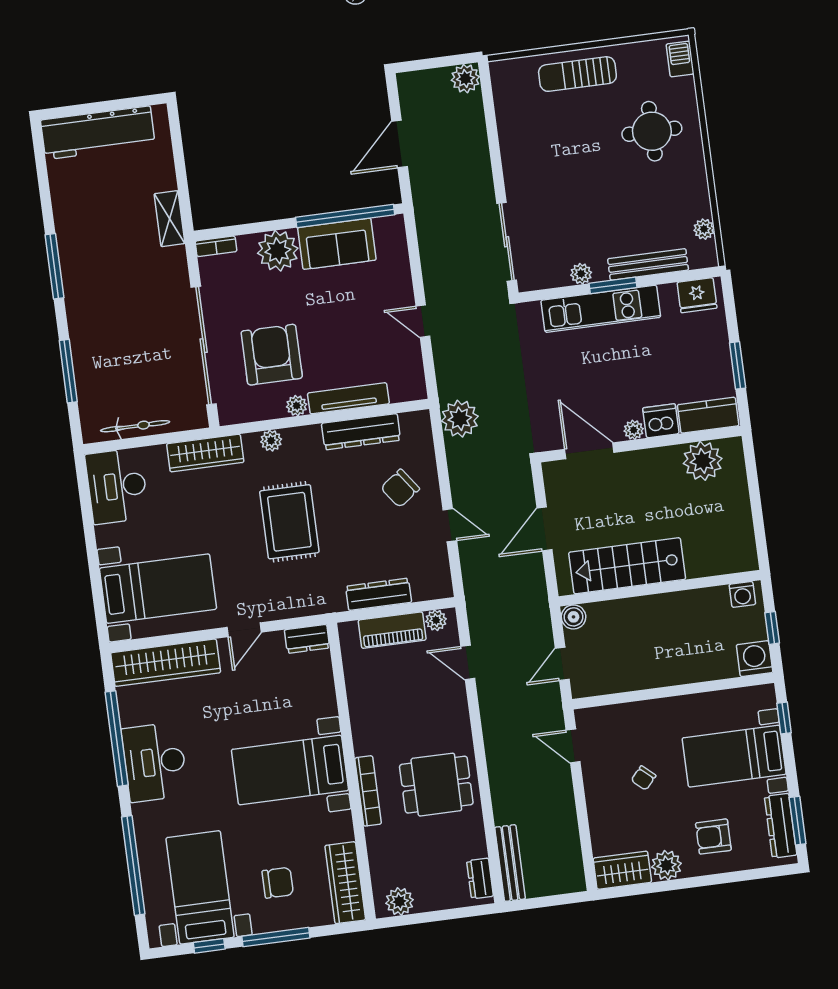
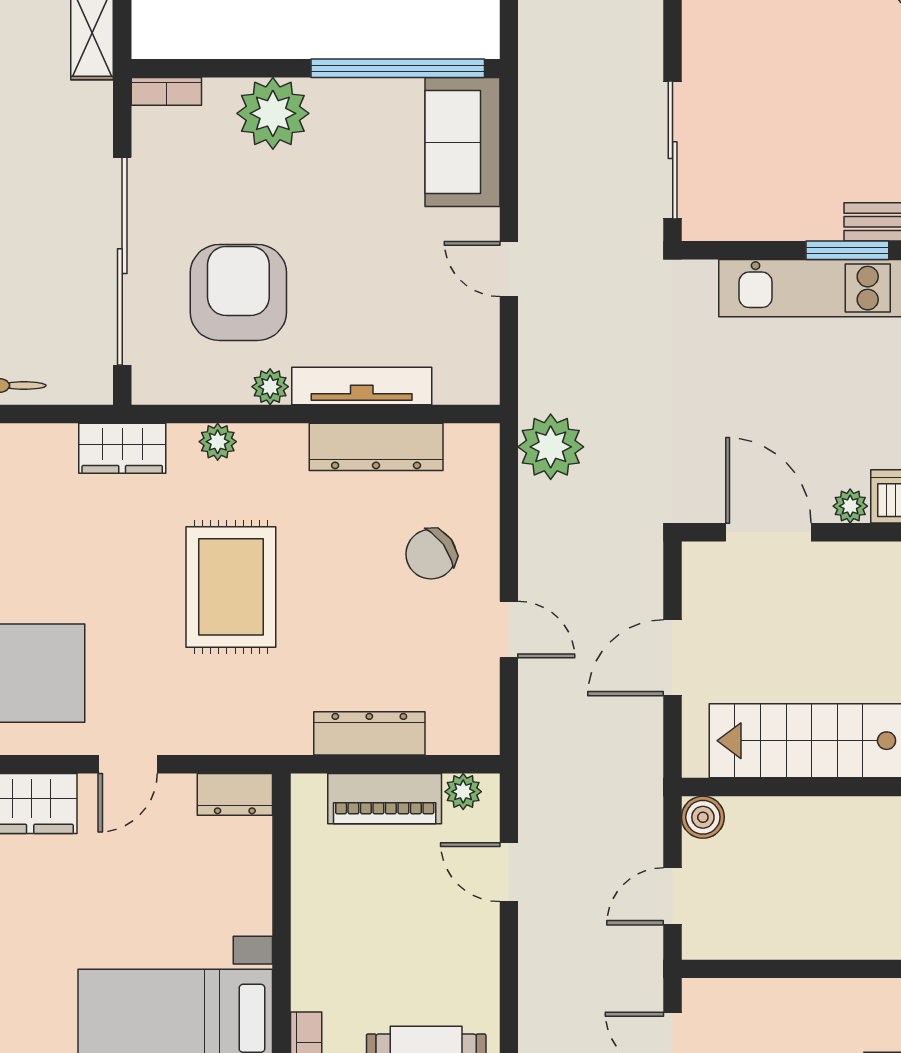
sofa: (337, 244) -> (462, 142), moved, turned 90
plant: (581, 274) -> (795, 223), removed
wardrobe: (205, 453) -> (122, 448), width x0.67

